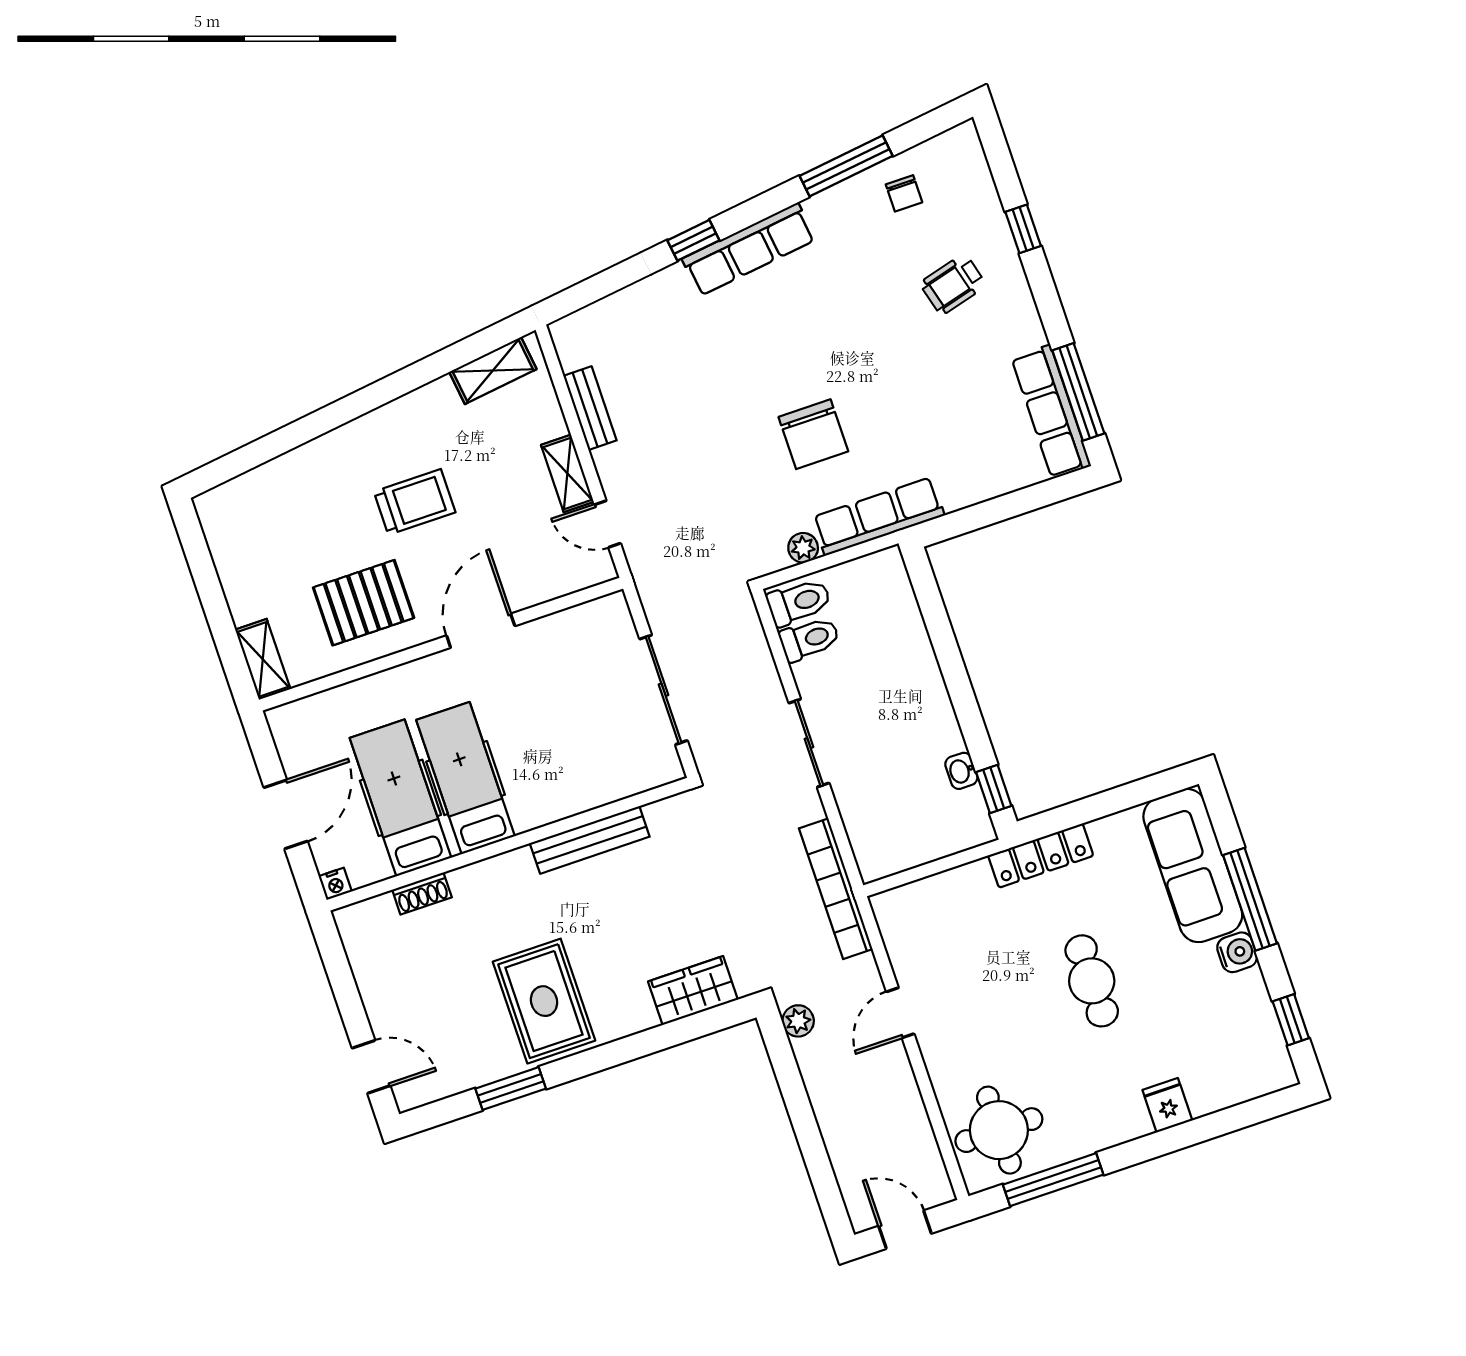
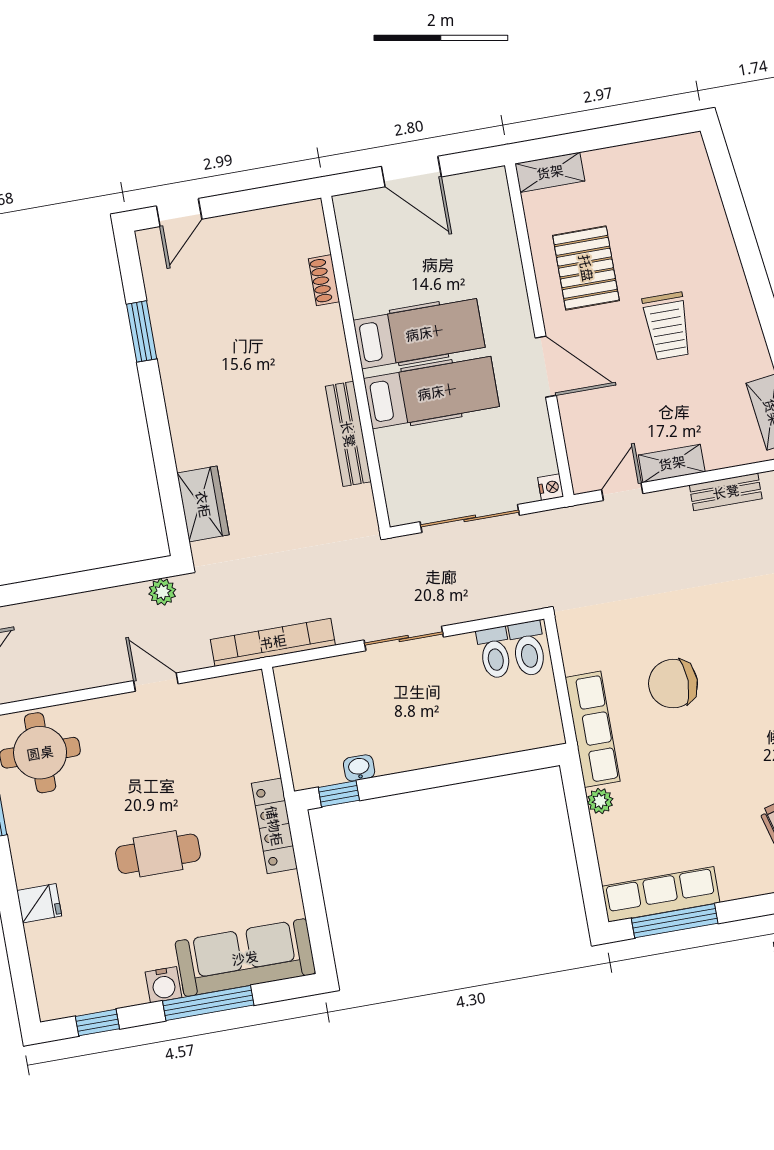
plant: (803, 548) -> (600, 801), moved
hospital bed: (400, 798) -> (431, 393), moved
nightstand: (335, 884) -> (551, 487), moved, turned 180
rug: (544, 1001) -> (214, 372), removed

